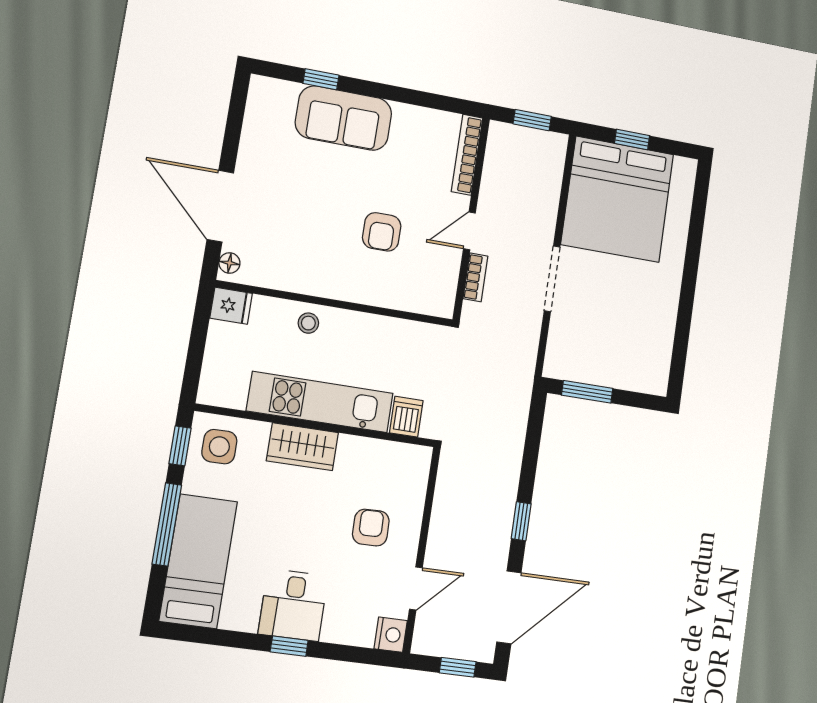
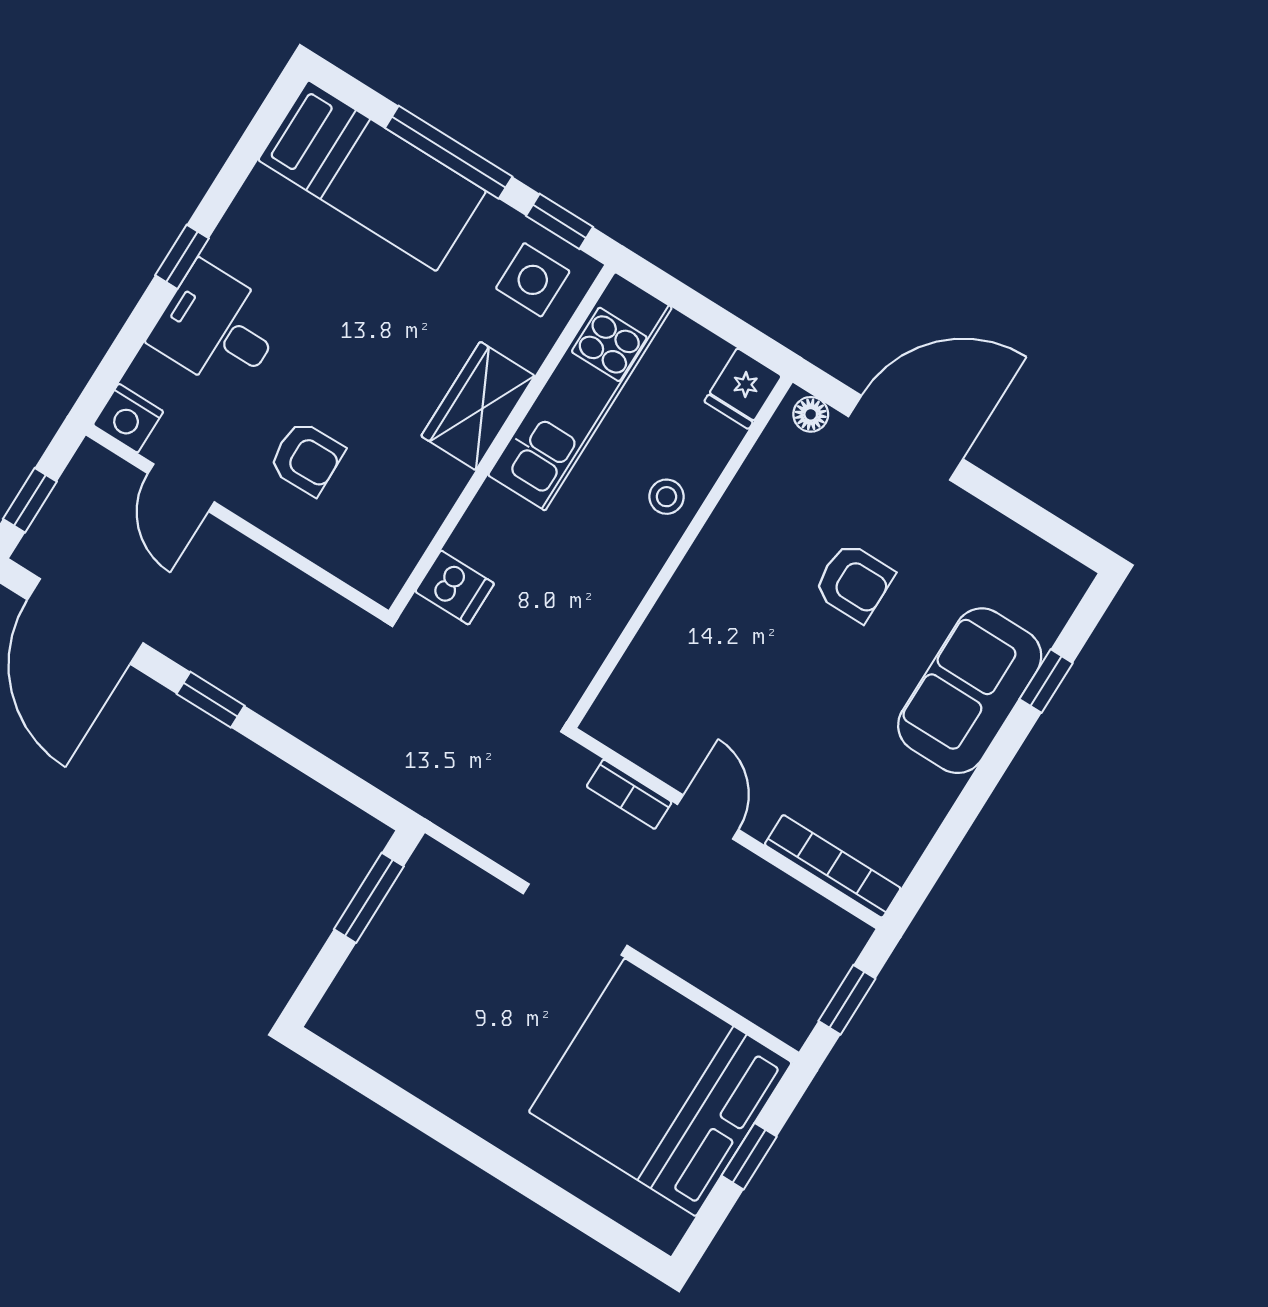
armchair: (382, 232) -> (854, 582), moved, turned 180
kitchen unit: (320, 402) -> (580, 391), moved
desk: (293, 605) -> (217, 328), moved

